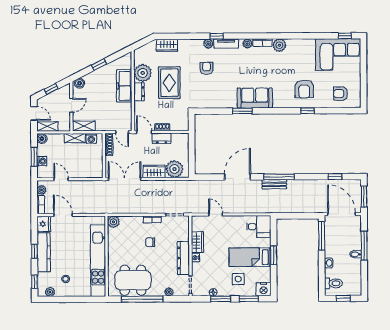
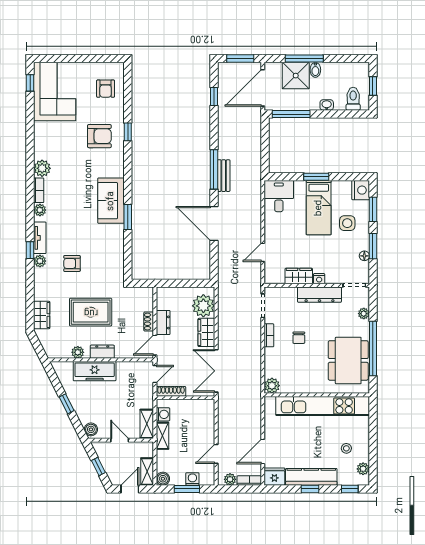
plant: (143, 73) -> (78, 352), width x0.53, depth x0.53
shower: (351, 239) -> (296, 76), added

